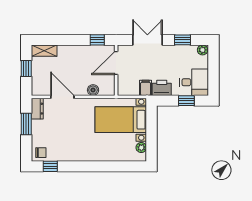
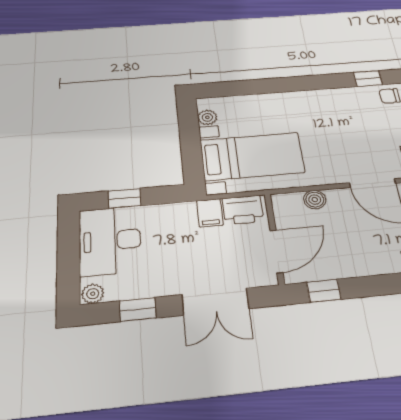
desk: (194, 82) -> (110, 240), width x1.37
printer: (162, 88) -> (243, 210), moved

